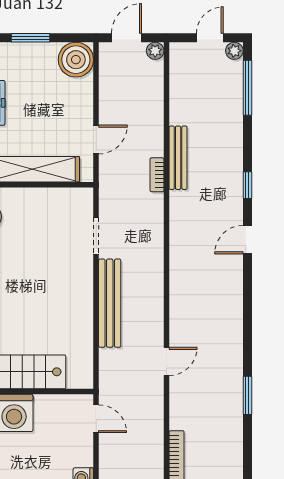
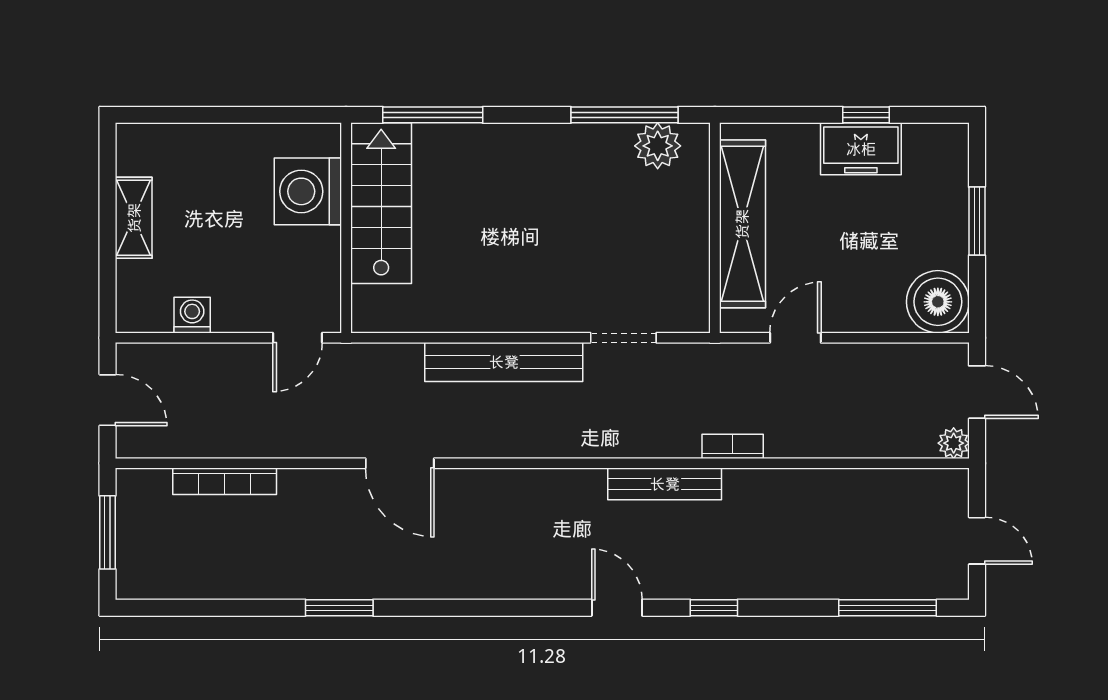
plant: (234, 51) -> (954, 584), removed
door: (96, 139) -> (795, 338), swing flipped
bench: (178, 158) -> (665, 484), moved
door: (166, 361) -> (400, 463), width x1.38

